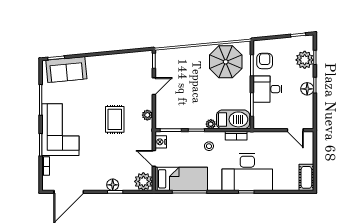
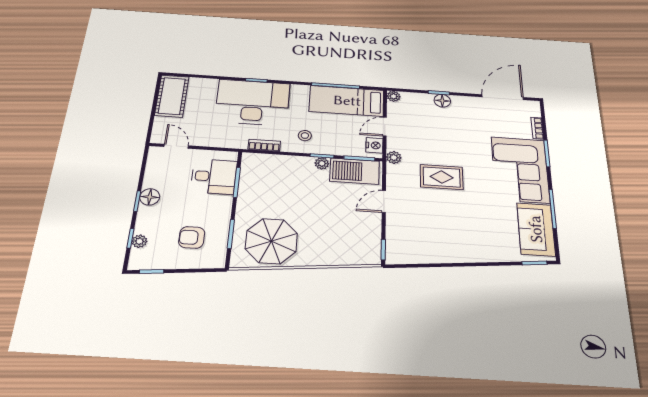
plant: (305, 60) -> (139, 241), width x0.53, depth x0.53
armchair: (265, 61) -> (192, 237), moved, turned 90
sofa: (66, 70) -> (536, 229), moved, turned -85
door: (154, 86) -> (384, 201), moved
desk: (268, 89) -> (214, 176), moved
plant: (147, 115) -> (394, 157), moved
rug: (115, 119) -> (442, 177), turned 90
barbecue: (233, 119) -> (355, 171), moved
plant: (211, 124) -> (322, 163), moved
door: (154, 158) -> (385, 127), swing flipped
cot: (306, 177) -> (172, 96), width x1.37, depth x1.34
plant: (143, 181) -> (394, 96), width x0.53, depth x0.53

